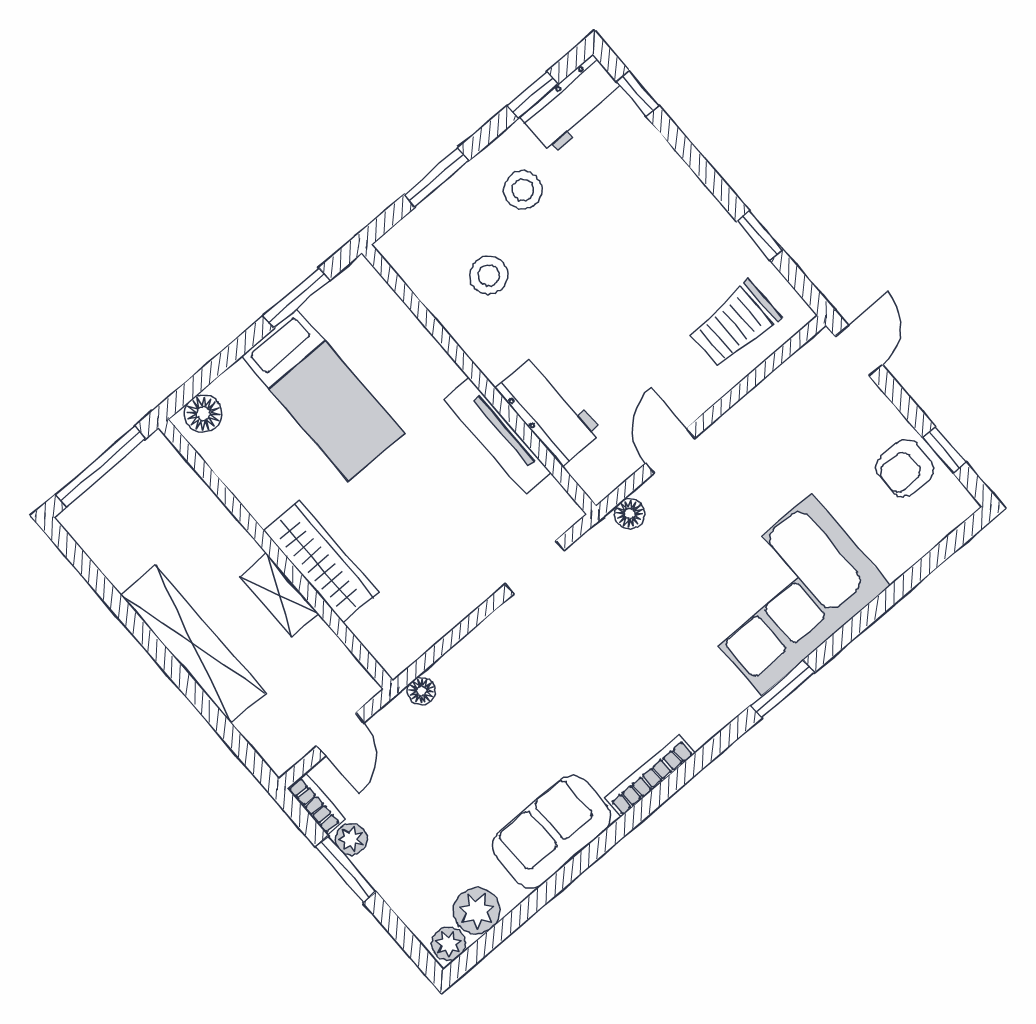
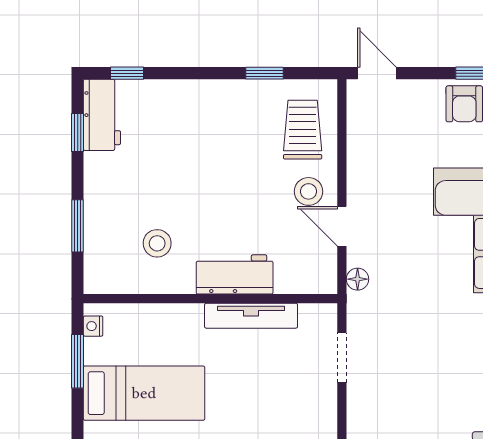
stool: (523, 190) -> (309, 191), moved
nightstand: (347, 283) -> (93, 326), added
trolley: (735, 324) -> (303, 130), turned 180
workbench: (549, 410) -> (235, 274), moved

